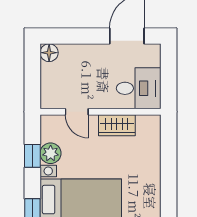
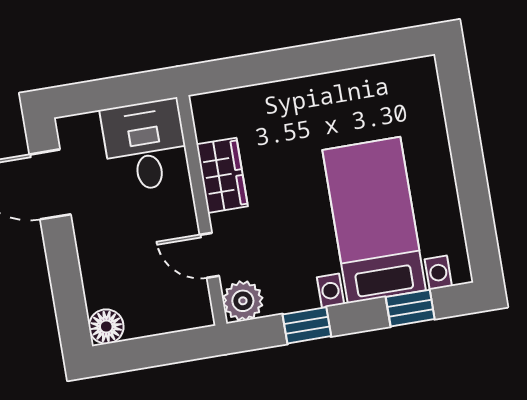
door: (77, 112) -> (209, 255), swing flipped
plant: (51, 153) -> (243, 301), moved

